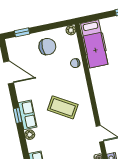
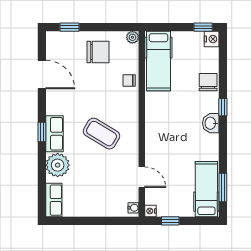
plant: (30, 135) -> (58, 165), width x1.88, depth x1.88

